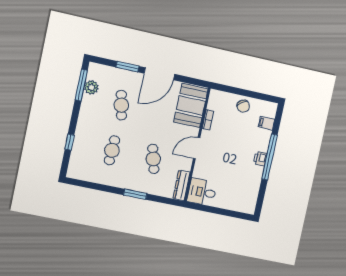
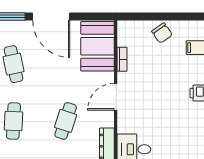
door: (159, 74) -> (51, 16), hinge flipped
cafe table: (153, 159) -> (66, 121), turned 33

